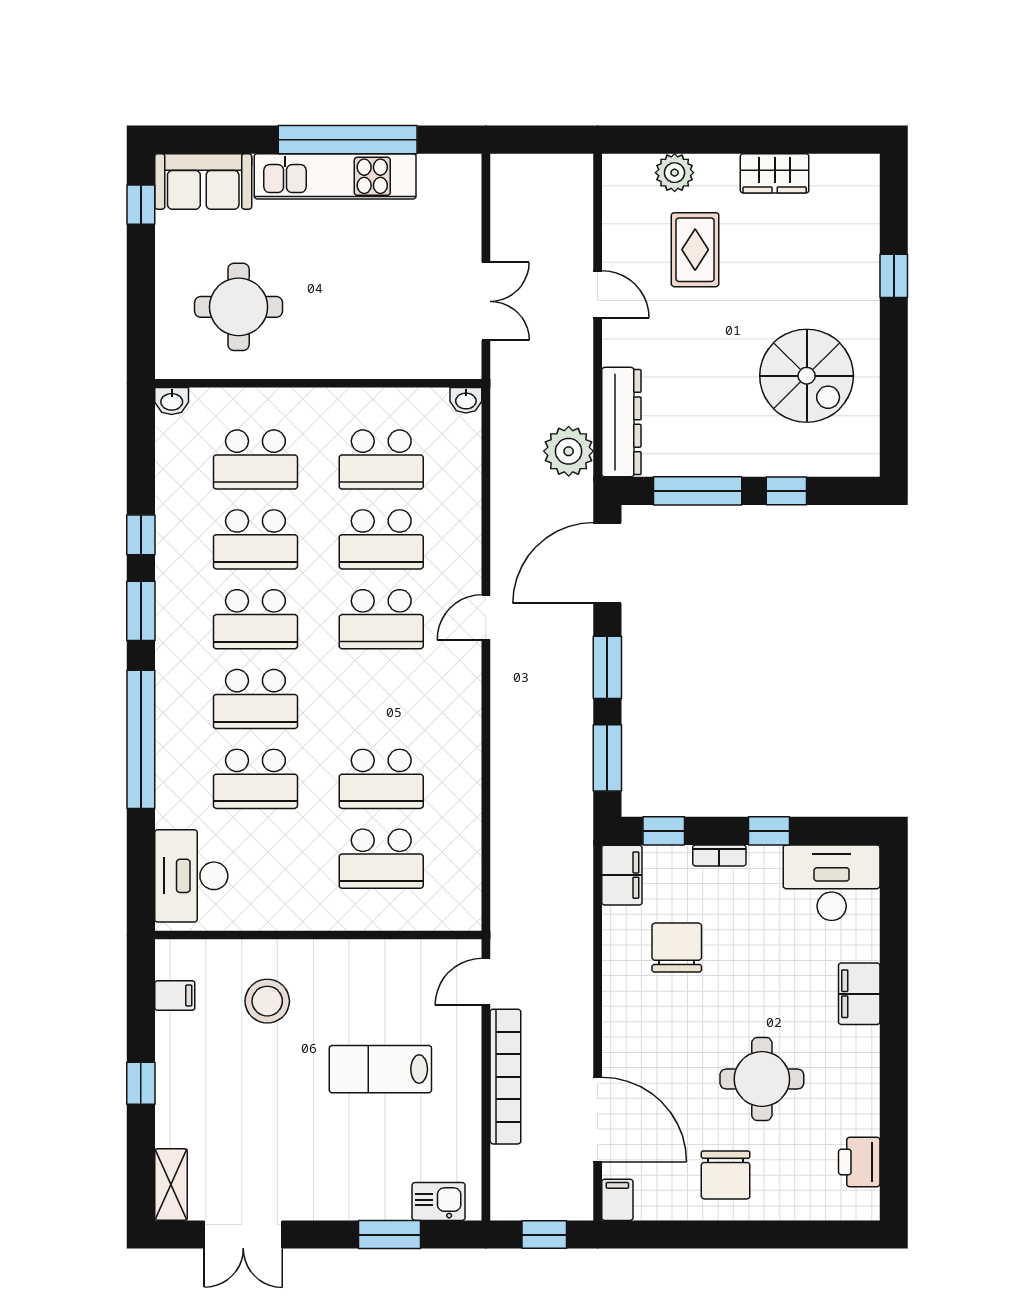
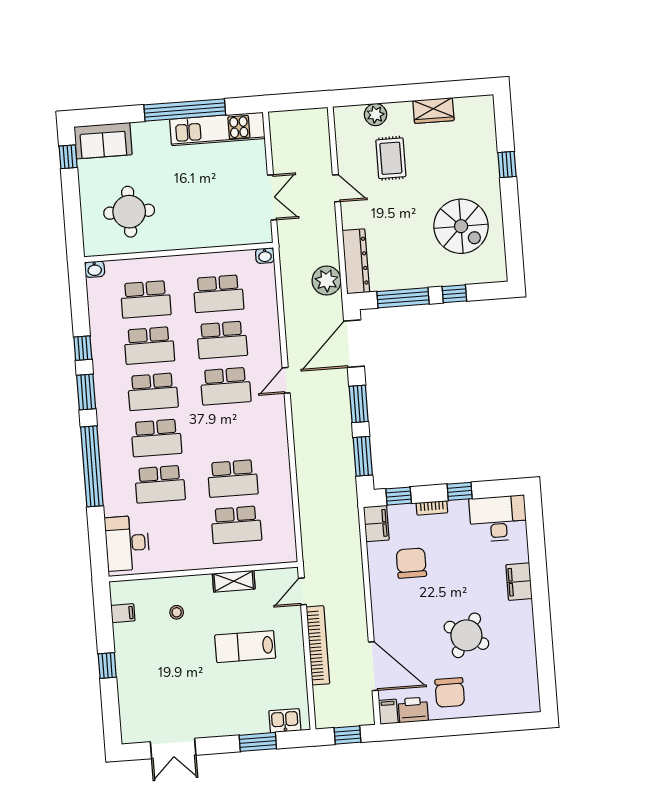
kitchen unit: (335, 176) -> (217, 129), moved
stool: (267, 1001) -> (177, 612), width x0.53, depth x0.53
round table: (762, 1079) -> (466, 635), turned 31
printer: (859, 1162) -> (413, 710), moved, turned 90
shelving: (171, 1184) -> (234, 581), moved, turned 90

